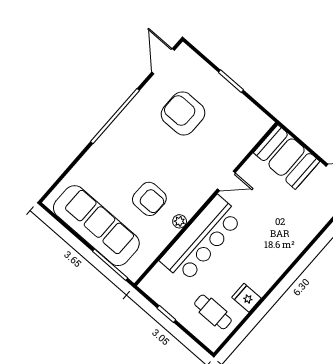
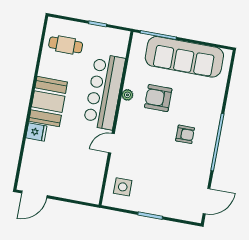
door: (163, 61) -> (207, 201), hinge flipped
armchair: (183, 113) -> (185, 134), moved, width x0.53, depth x0.53
side table: (242, 128) -> (123, 187), added
booth: (287, 157) -> (48, 102), moved, turned 90
fridge: (246, 298) -> (36, 132), moved

